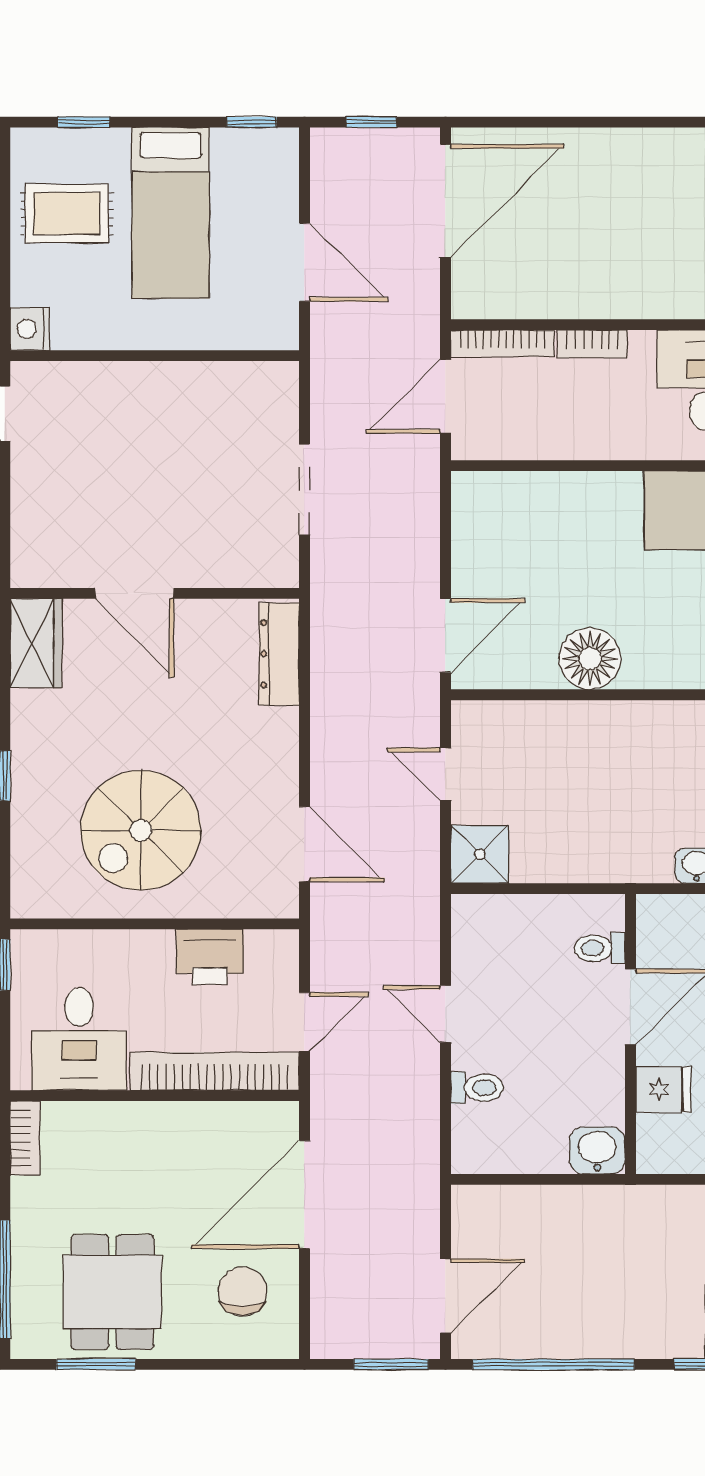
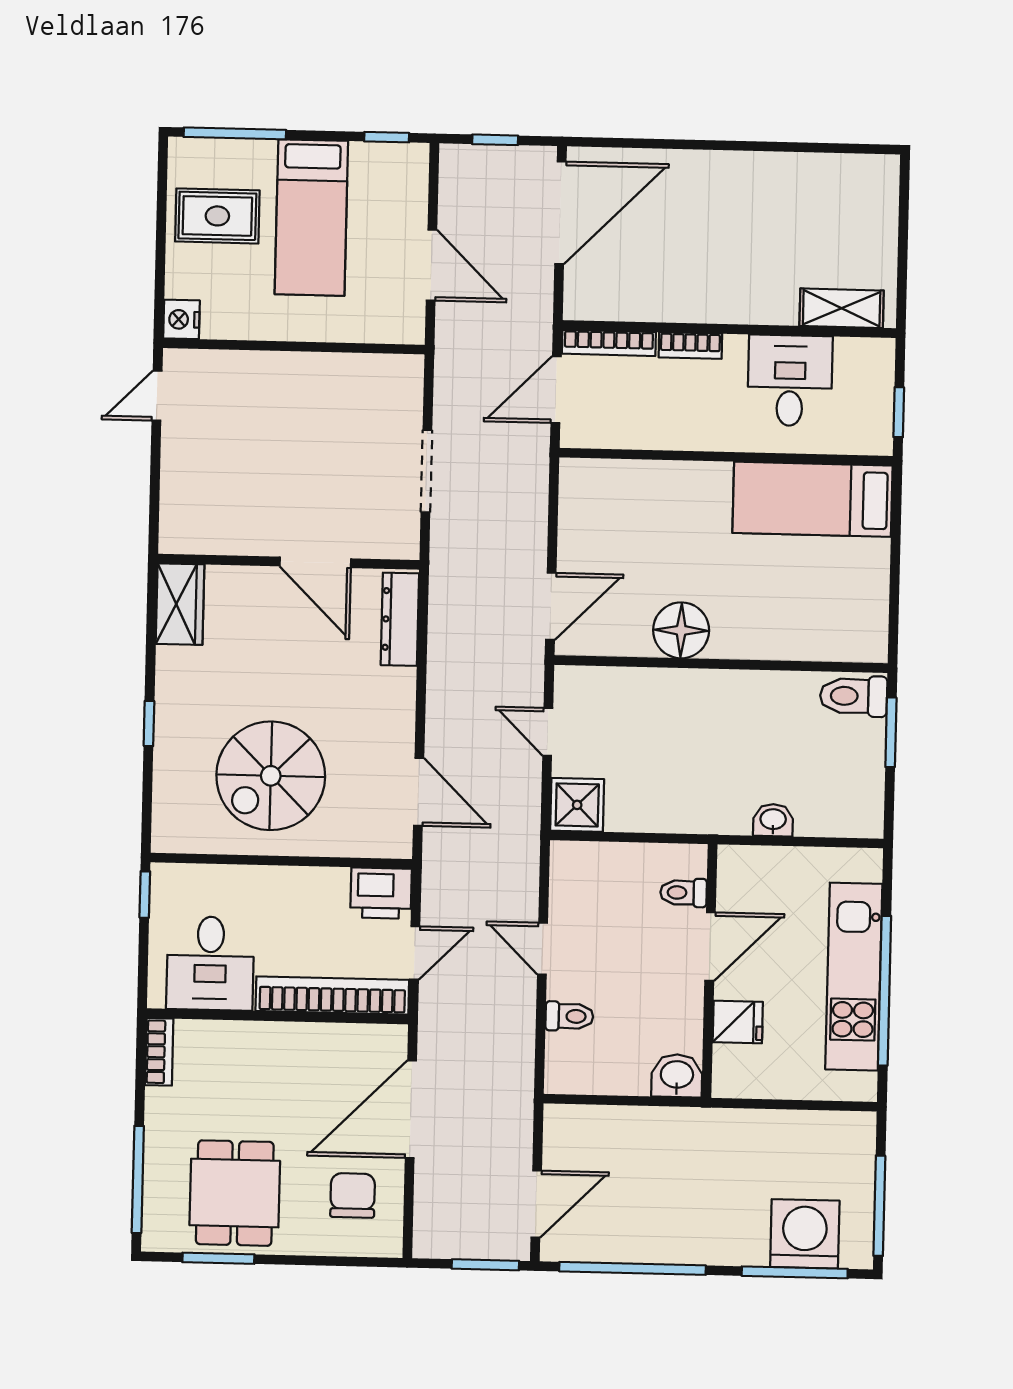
window: (84, 122) -> (235, 133), width x2.17
door: (134, 593) -> (315, 562), moved
printer: (210, 957) -> (381, 893), moved

